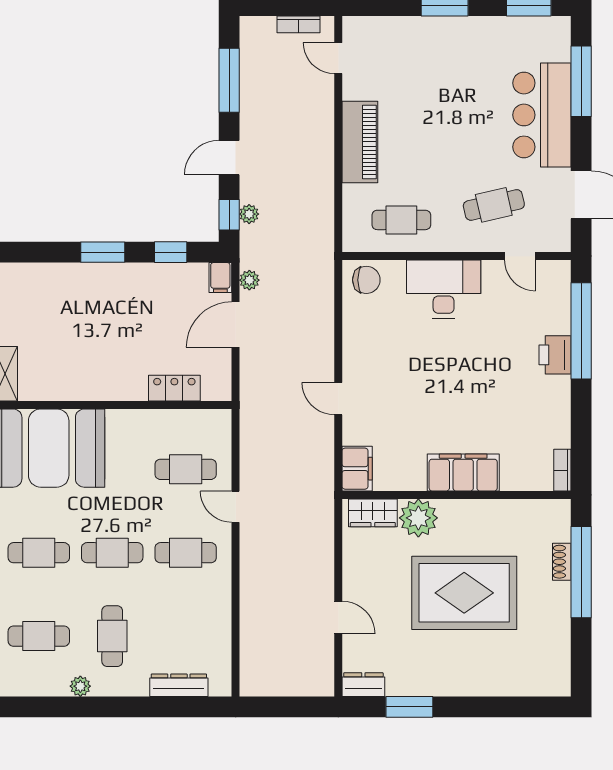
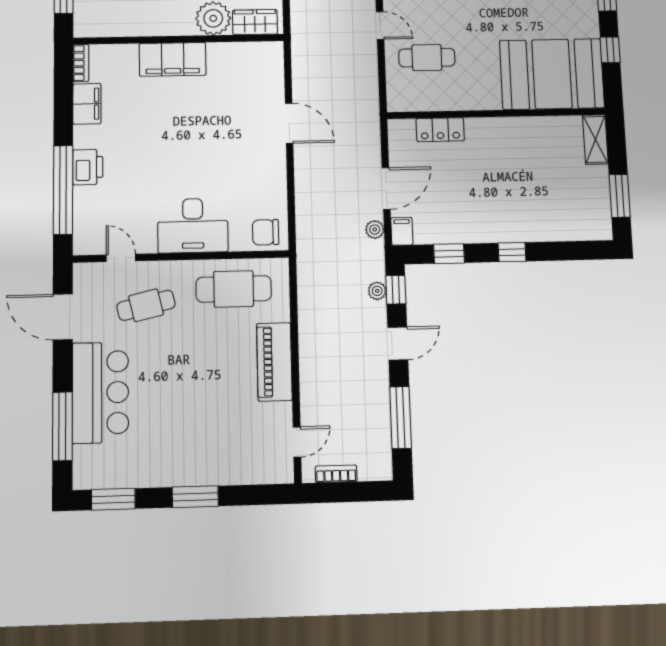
door: (338, 58) -> (297, 442), hinge flipped
cafe table: (401, 220) -> (234, 289), width x1.37, depth x1.35
window: (103, 252) -> (512, 252), width x0.67
door: (338, 399) -> (289, 123), width x1.38
filing cabinet: (357, 469) -> (87, 104), moved, turned 180

